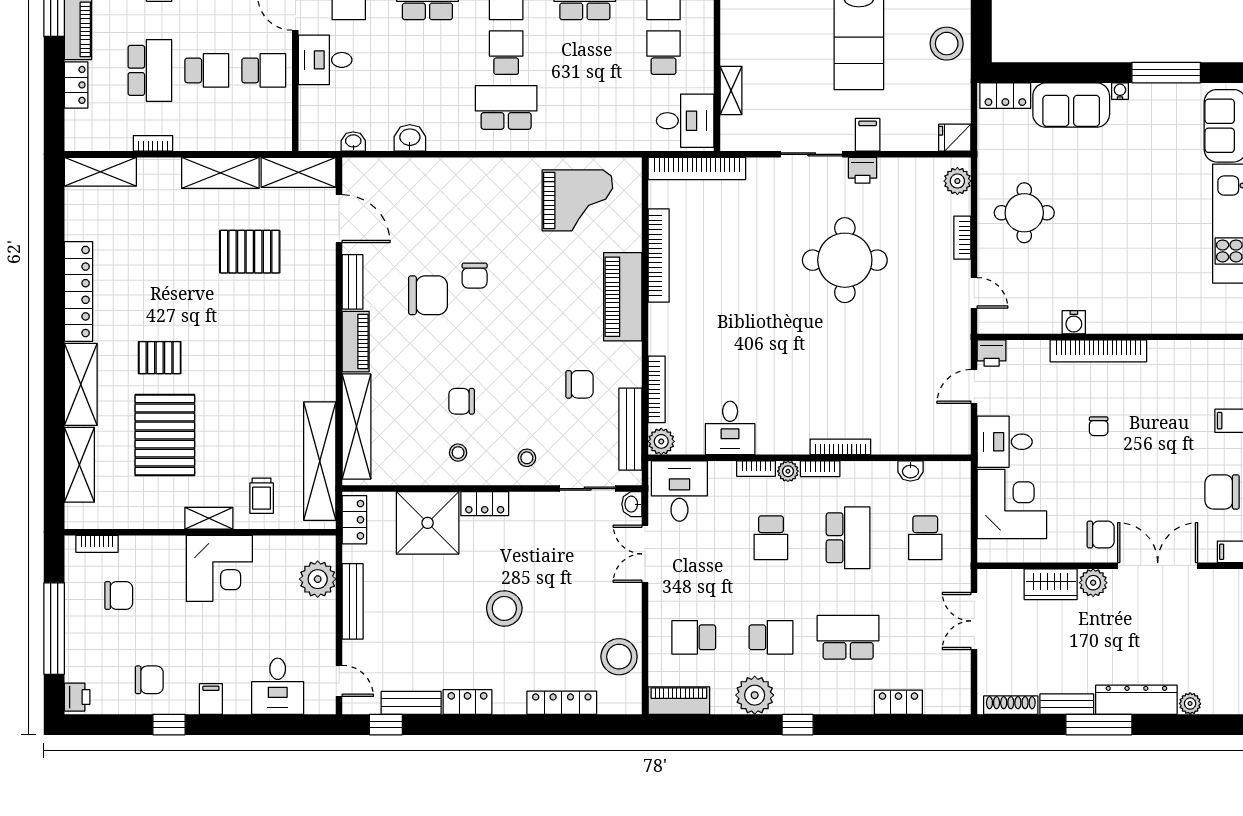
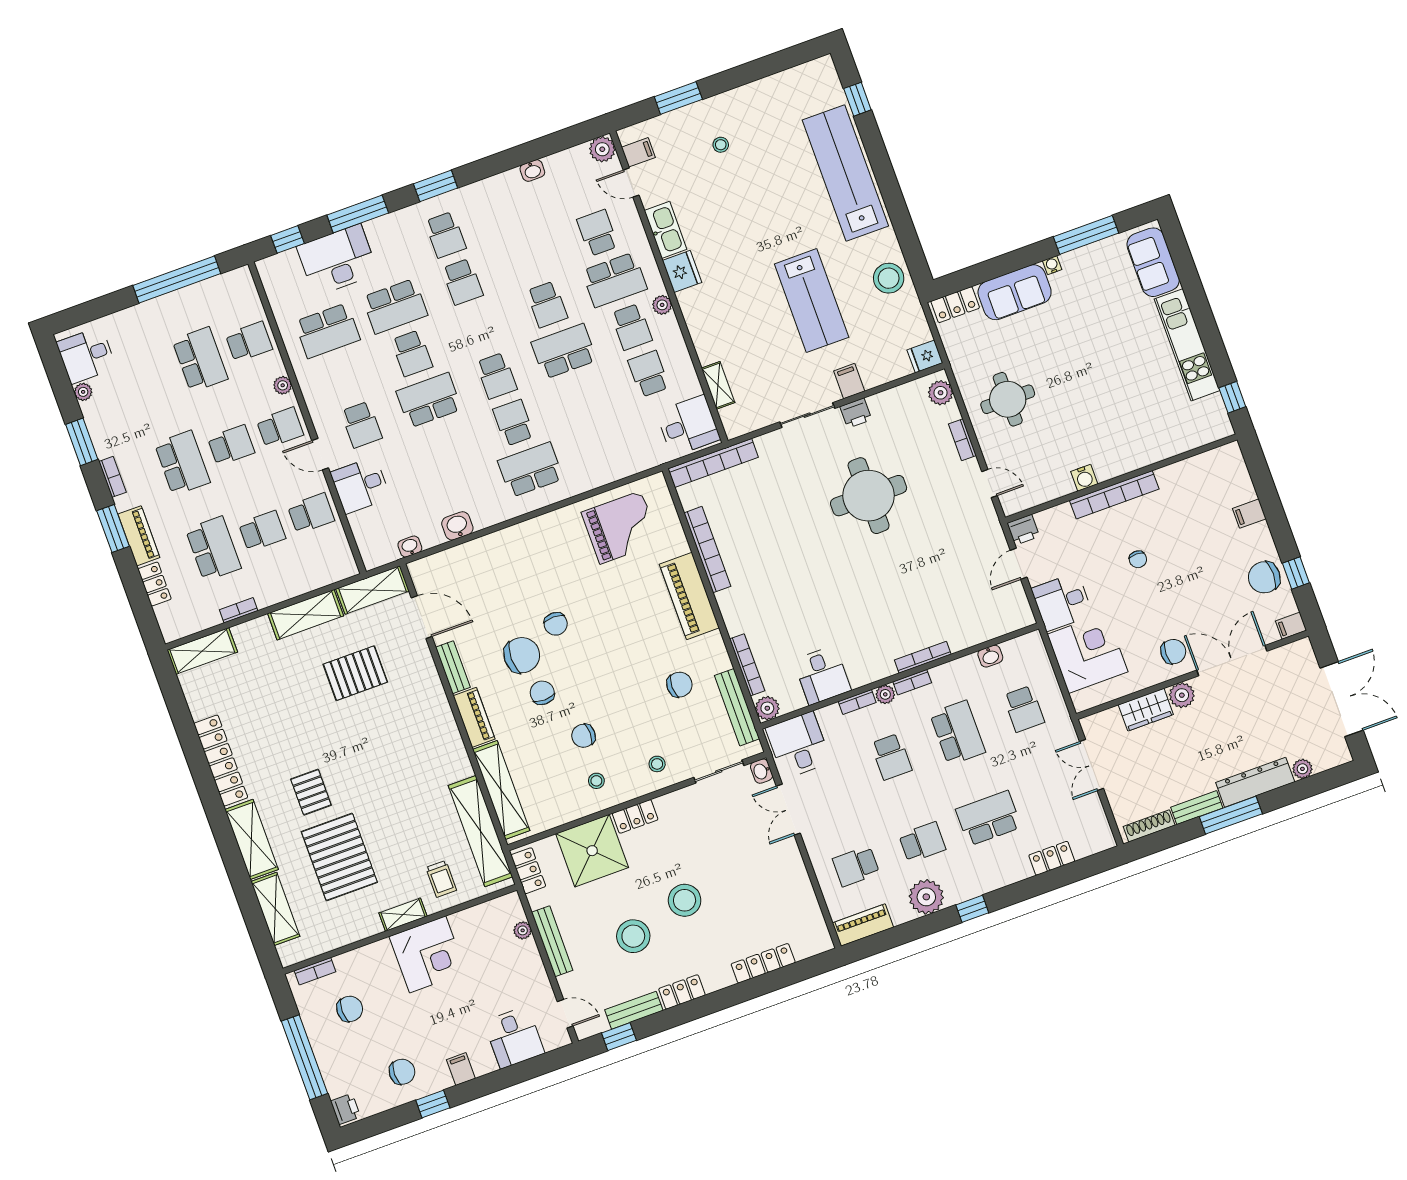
chair: (435, 342) -> (542, 693), added
pallet: (160, 358) -> (311, 792), turned 90
plant: (318, 579) -> (523, 930), width x0.53, depth x0.53
stool: (619, 657) -> (633, 936), moved

